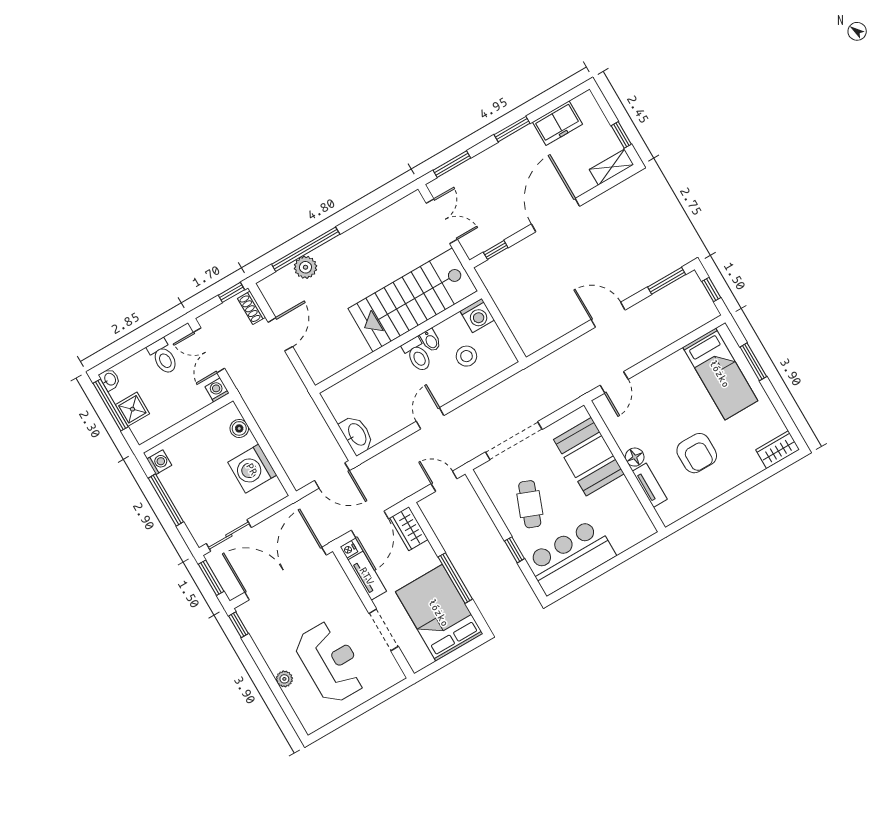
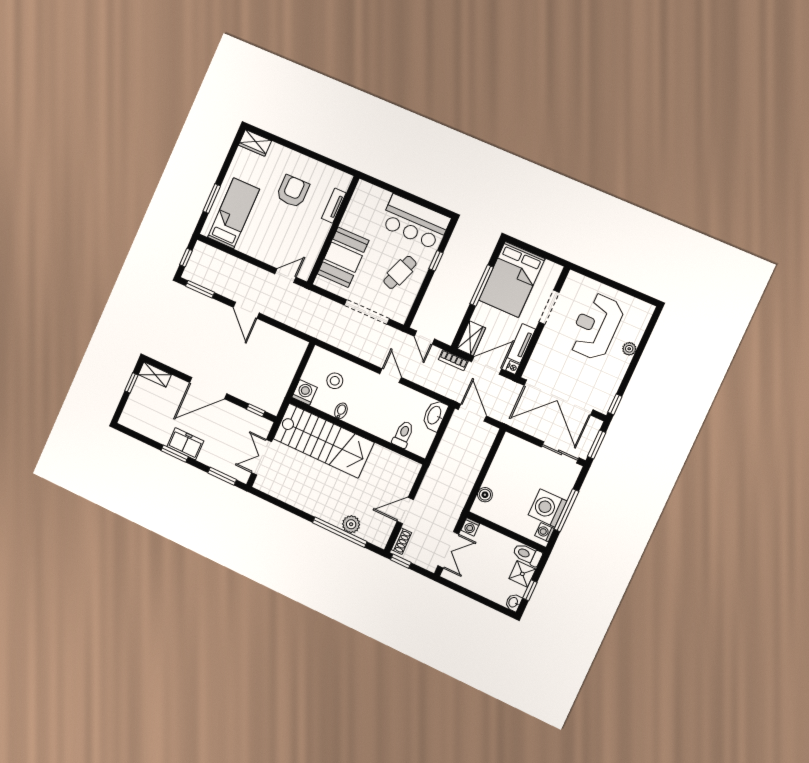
freezer: (558, 123) -> (185, 444), moved
toilet: (417, 355) -> (403, 434), moved
toilet: (163, 357) -> (527, 555), moved, turned -90
window: (111, 405) -> (530, 590), width x0.46
door: (430, 418) -> (391, 376), swing flipped
floor lamp: (635, 457) -> (323, 228), removed
washing machine: (252, 469) -> (548, 508), moved, turned 180
bookcase: (400, 494) -> (453, 360), added

